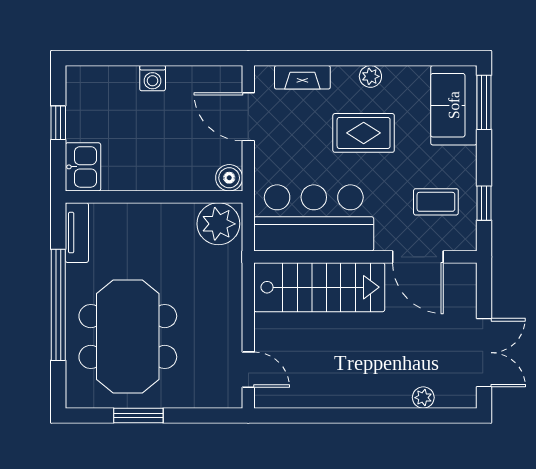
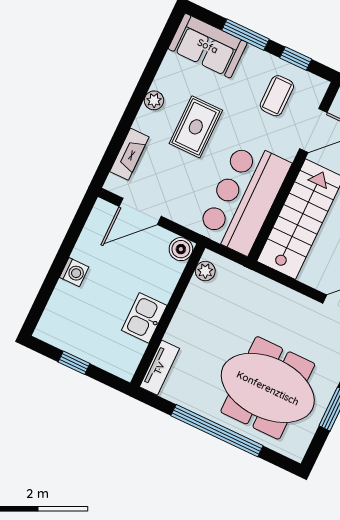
window: (484, 102) -> (245, 35), moved
kitchen sink: (83, 167) -> (144, 318), moved, turned -90
plant: (218, 224) -> (205, 271), width x0.53, depth x0.53
tv unit: (77, 233) -> (159, 368), moved, turned 90

